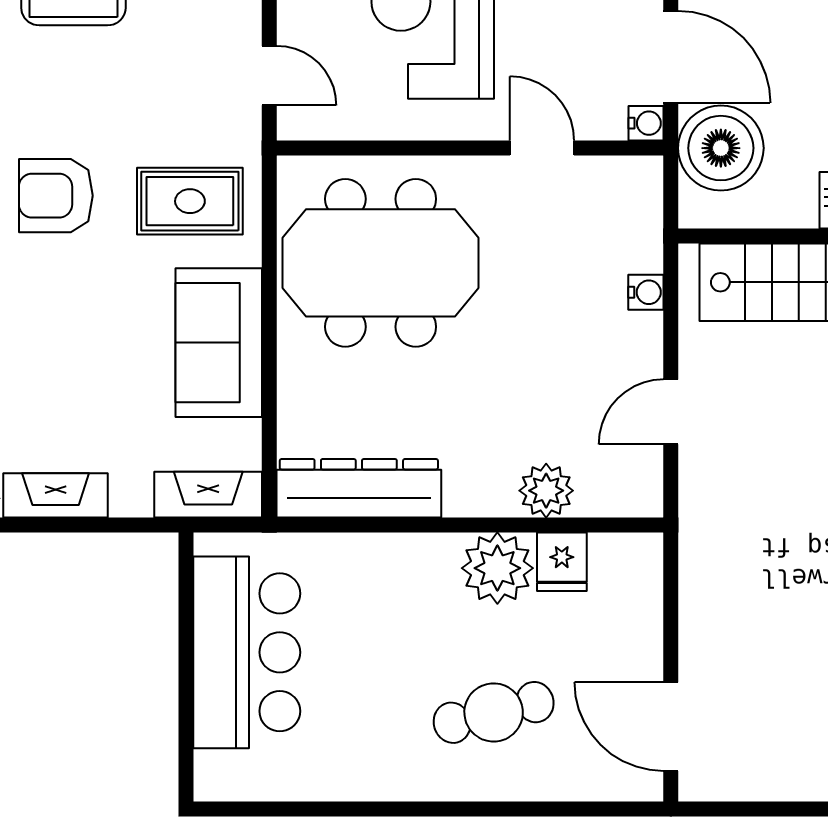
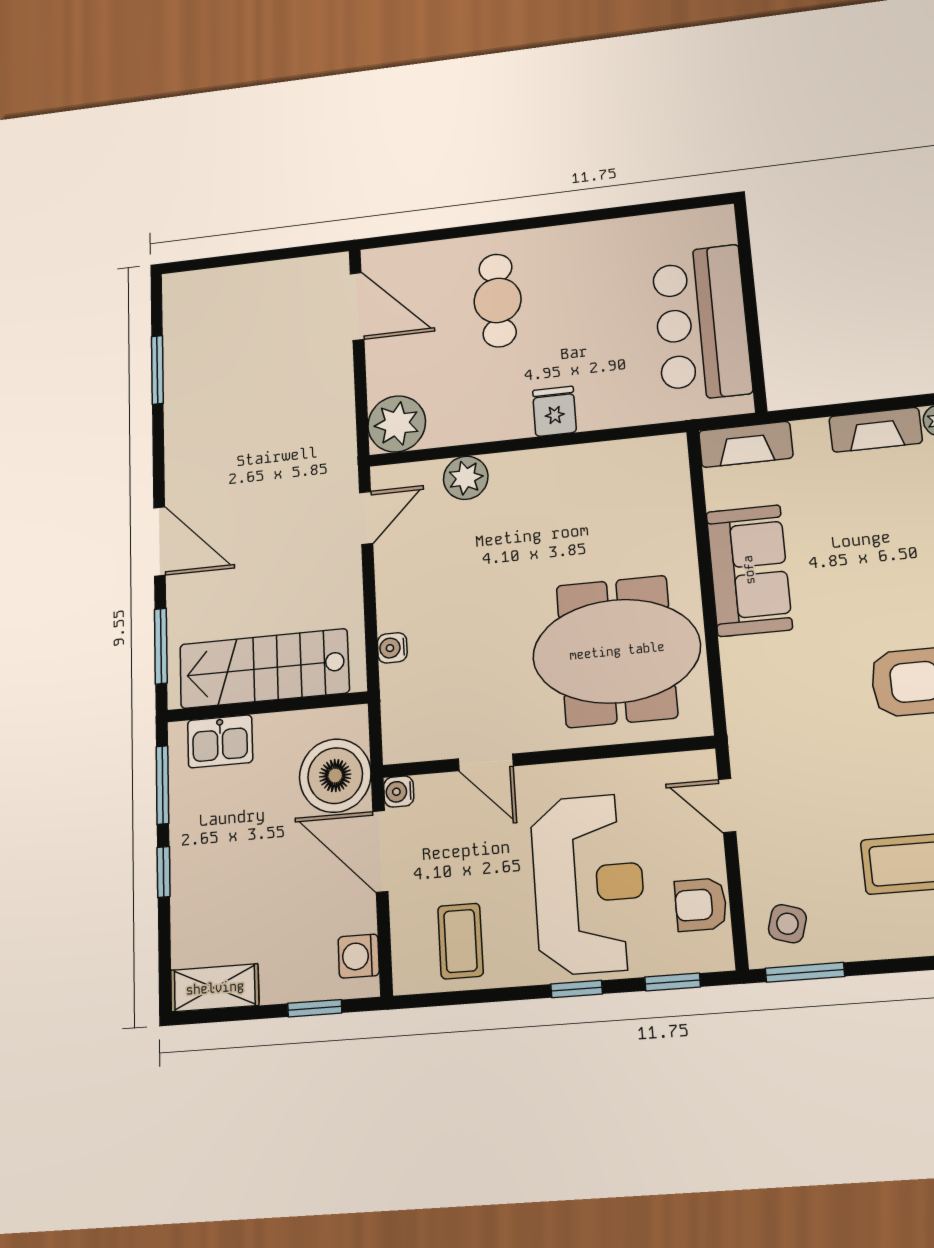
rug: (190, 201) -> (786, 689), removed
door: (671, 412) -> (366, 518), moved
dresser: (359, 488) -> (620, 463), removed
fridge: (562, 562) -> (554, 411), moved
plant: (497, 568) -> (397, 424), moved
cafe table: (494, 712) -> (498, 300), turned -76

